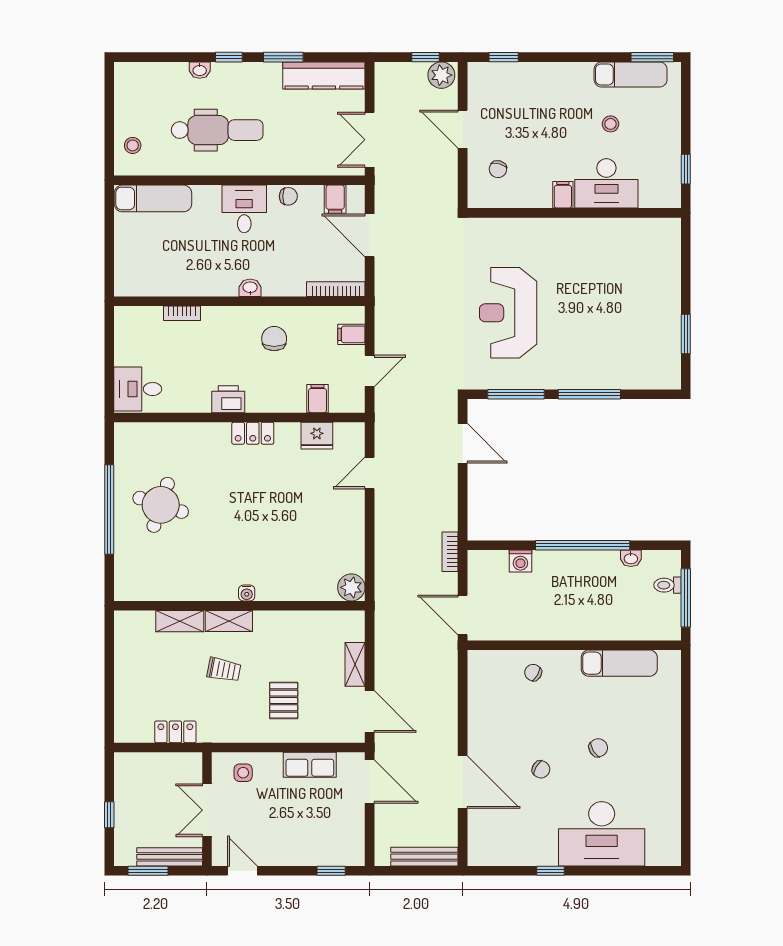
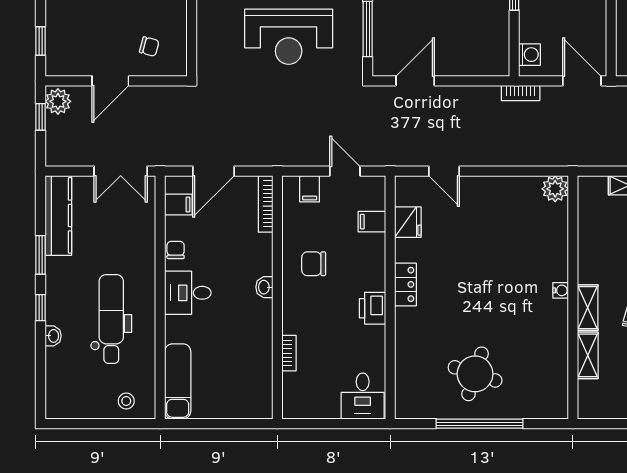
washing machine: (520, 561) -> (529, 55), moved
door: (463, 615) -> (582, 81), swing flipped

